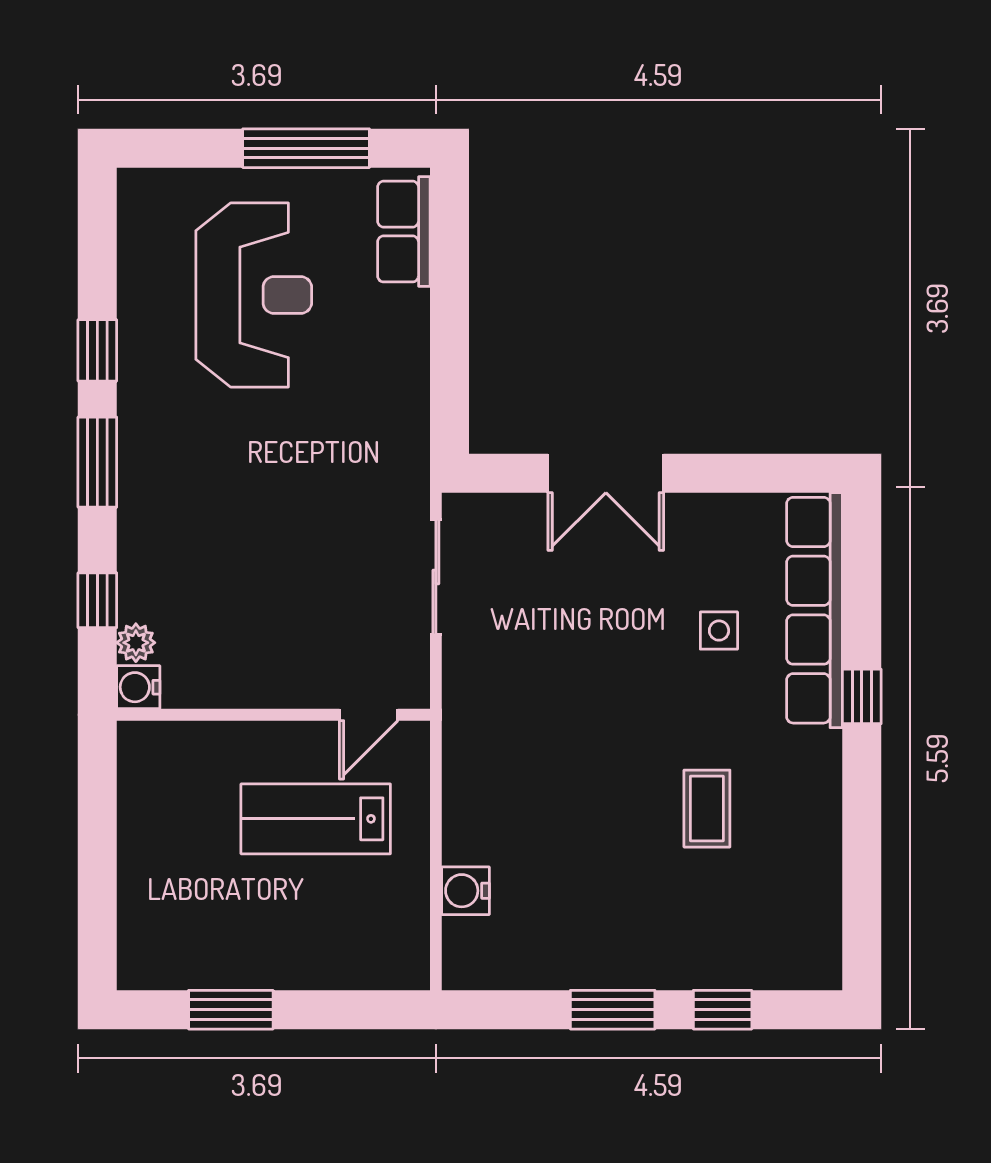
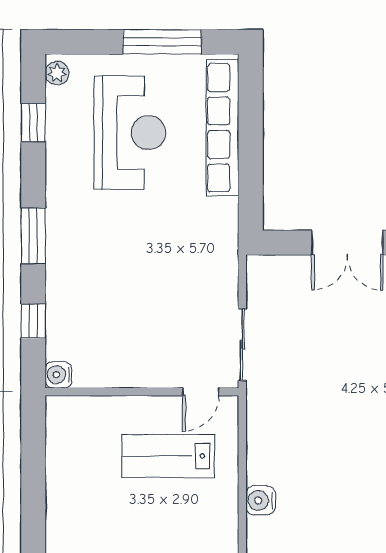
row of seats: (404, 232) -> (223, 128), width x2.02
window: (97, 350) -> (33, 123), moved
sliding door: (436, 577) -> (242, 345), moved
plant: (136, 643) -> (57, 73), moved

